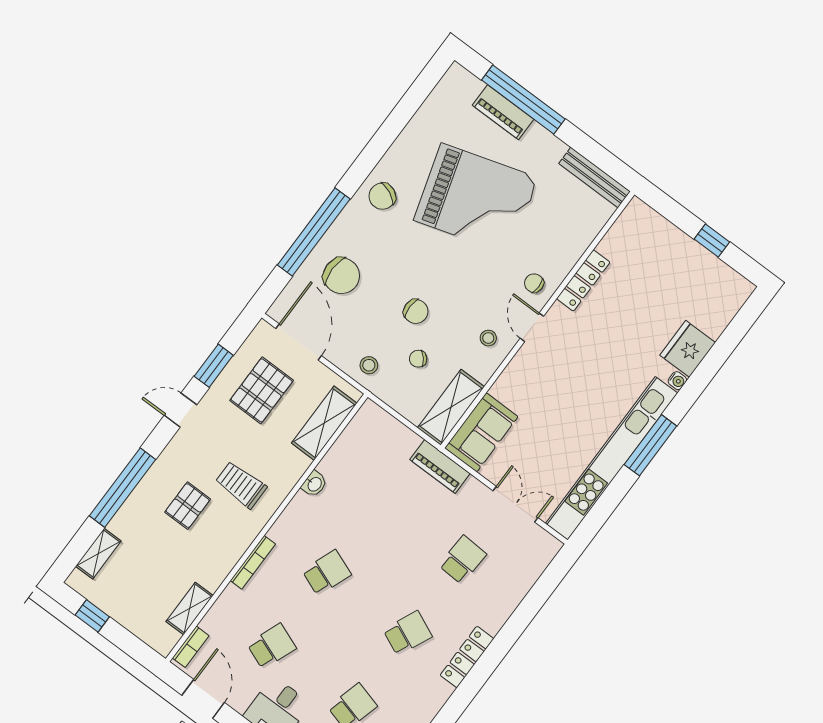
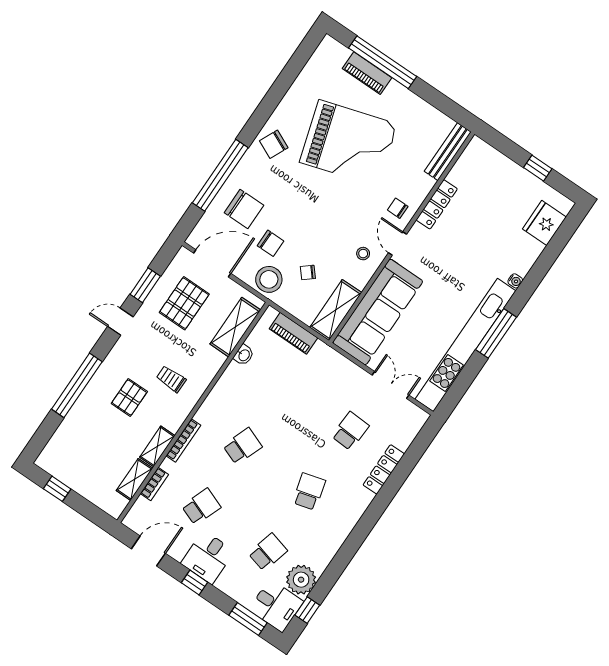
bench: (595, 178) -> (448, 152), moved, turned 90
chair: (416, 311) -> (271, 243), moved
door: (299, 342) -> (212, 263), hinge flipped
fridge: (688, 349) -> (544, 223), moved
stool: (369, 365) -> (269, 279), width x1.89, depth x1.89
sofa: (481, 432) -> (378, 312), width x1.85, depth x1.27
piano: (440, 466) -> (293, 333), moved
washbasin: (314, 484) -> (244, 355), moved
trolley: (241, 485) -> (171, 379), width x0.73, depth x0.72
shelving: (98, 554) -> (157, 446), moved
school desk: (408, 633) -> (309, 492), turned -39
bookcase: (191, 647) -> (154, 484), moved
locker: (467, 657) -> (384, 469), moved
door: (203, 699) -> (148, 551), hinge flipped

